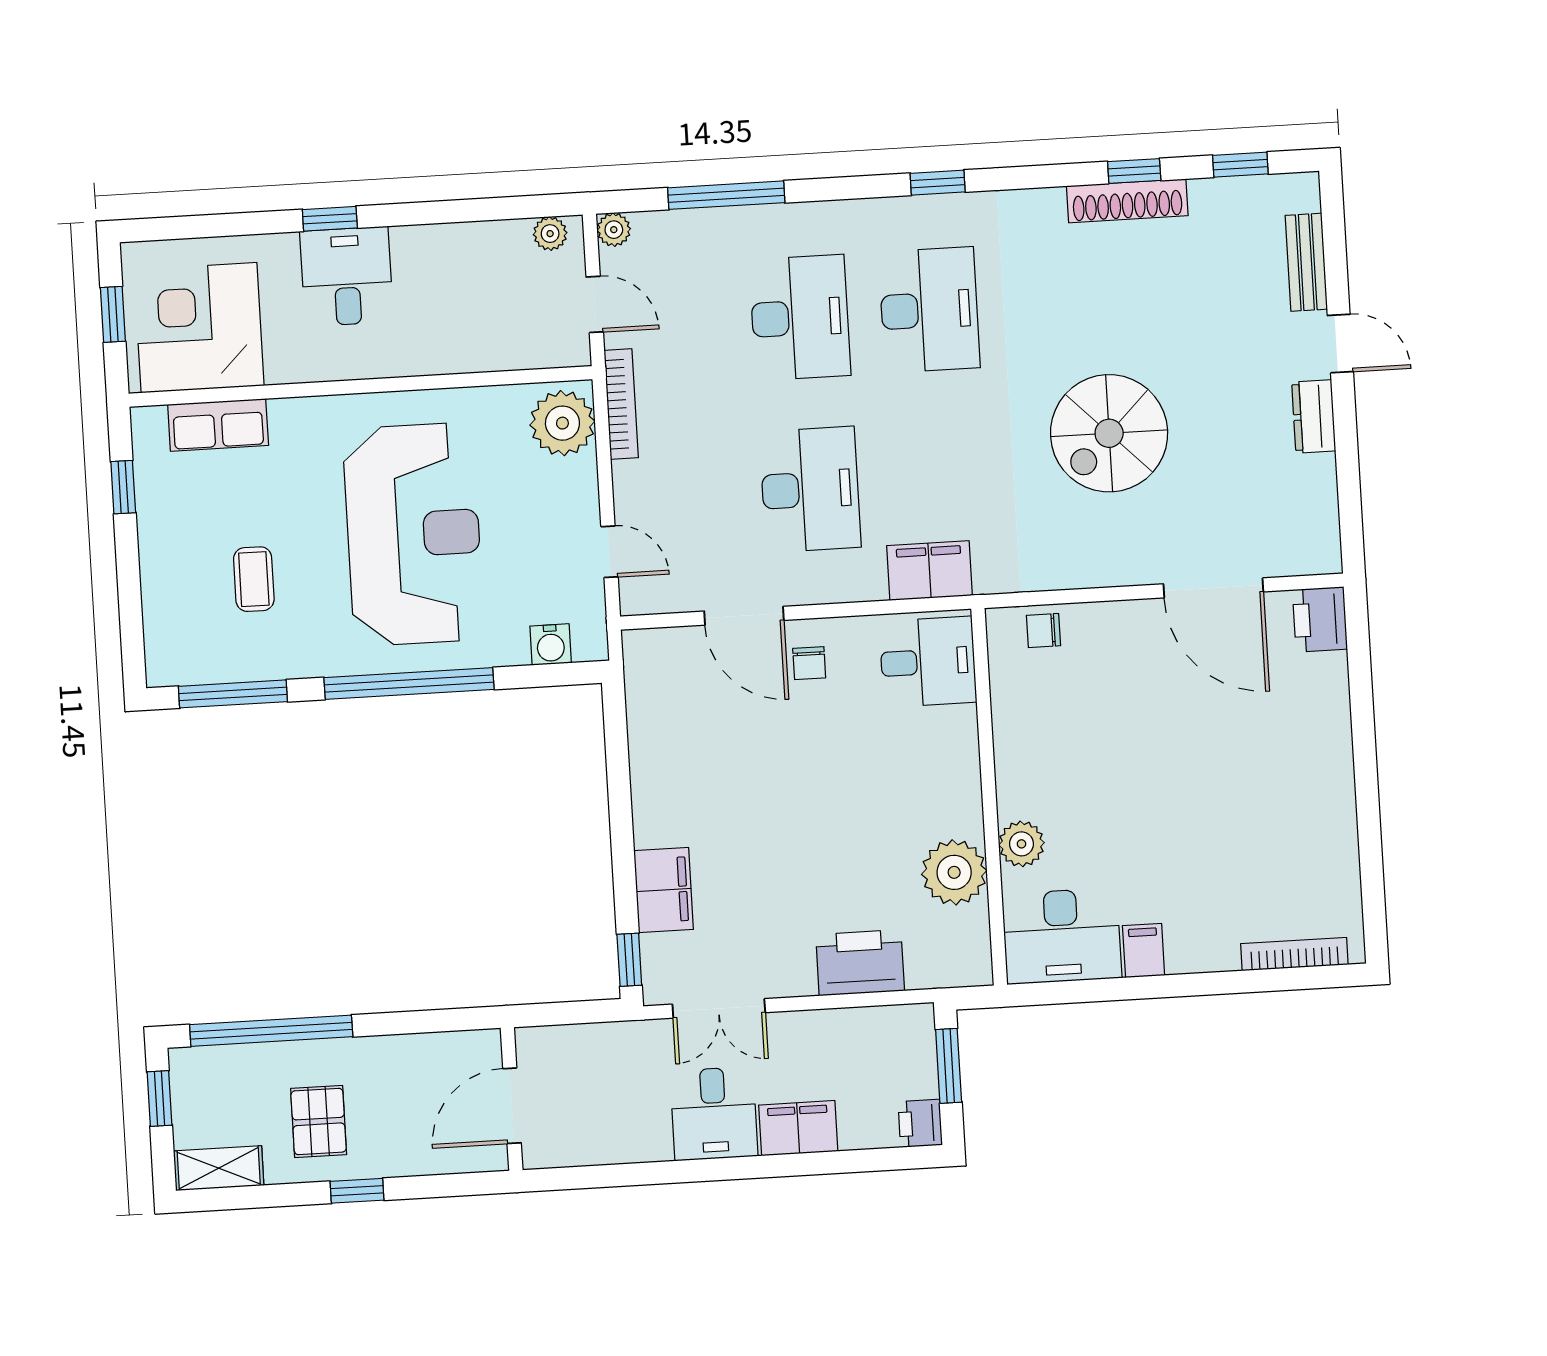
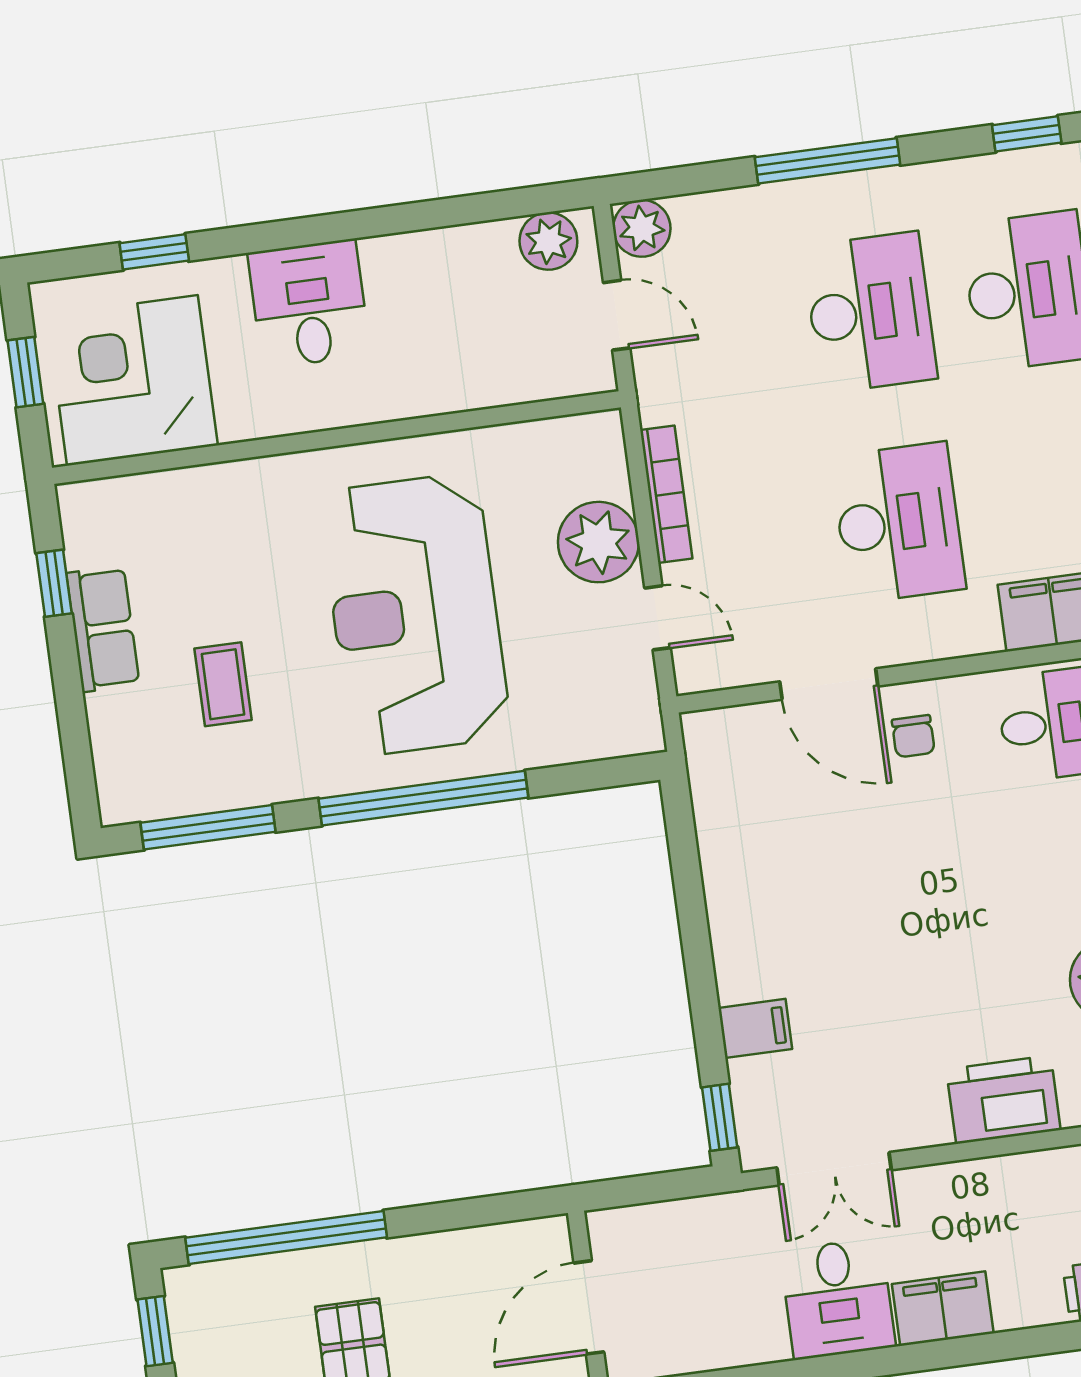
window: (726, 195) -> (827, 161), moved
window: (330, 219) -> (154, 252), moved
plant: (614, 230) -> (642, 228), width x1.38, depth x1.38
plant: (550, 234) -> (548, 241), width x1.38, depth x1.38
bookcase: (621, 404) -> (666, 494), moved
plant: (562, 423) -> (598, 542), moved
row of seats: (218, 425) -> (103, 629), moved, turned -90
reception desk: (413, 534) -> (415, 614), turned 180
water cooler: (551, 645) -> (594, 737), removed
filing cabinet: (664, 890) -> (755, 1028), width x0.50

